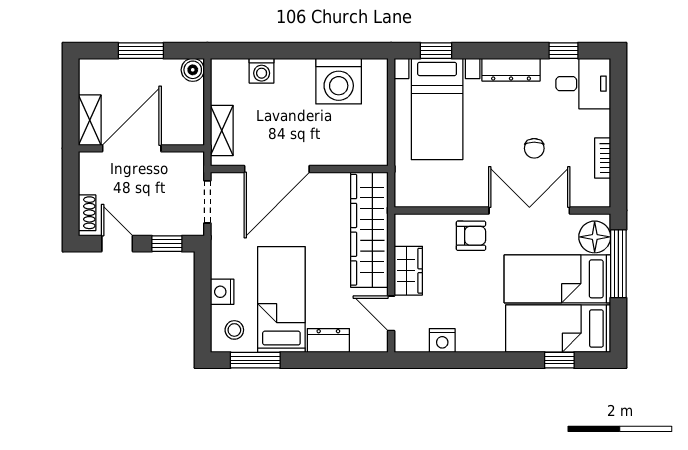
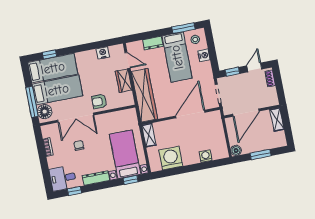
shelving: (222, 130) -> (149, 135), moved
door: (132, 148) -> (246, 113), moved
door: (117, 244) -> (254, 67), swing flipped

